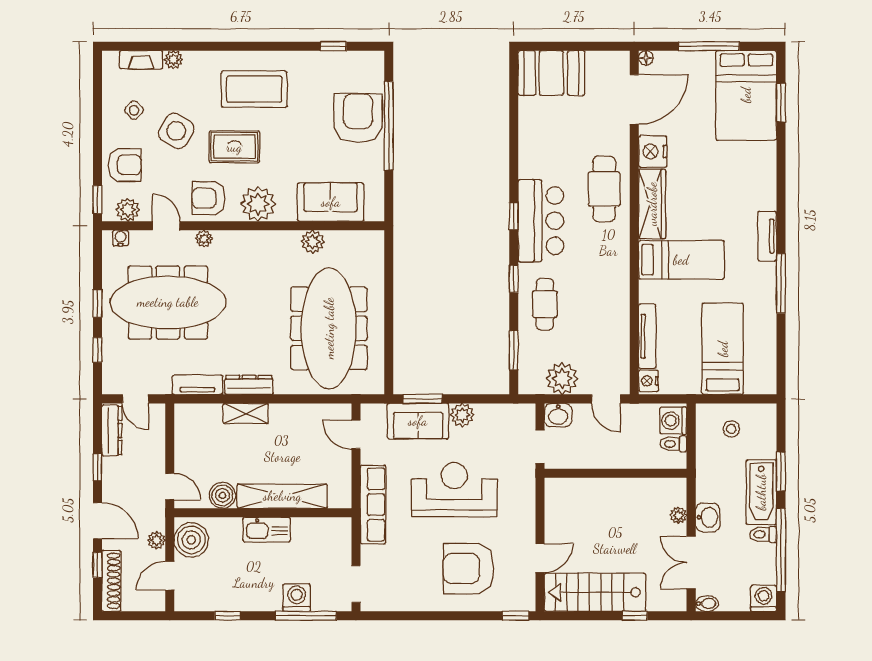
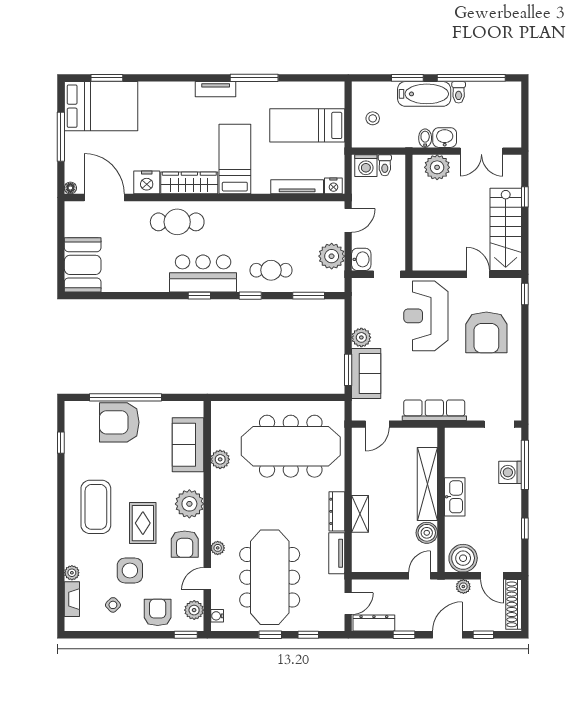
side table: (176, 131) -> (130, 570), turned -30
reception desk: (454, 490) -> (426, 316), moved
plant: (678, 515) -> (437, 167), width x1.88, depth x1.88
shoe rack: (111, 581) -> (514, 604), moved, turned -90
washing machine: (764, 598) -> (511, 92), removed
bidet: (707, 604) -> (425, 138), moved

